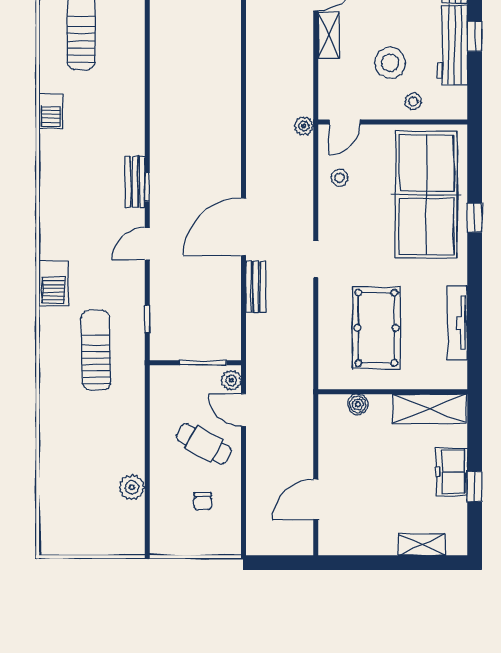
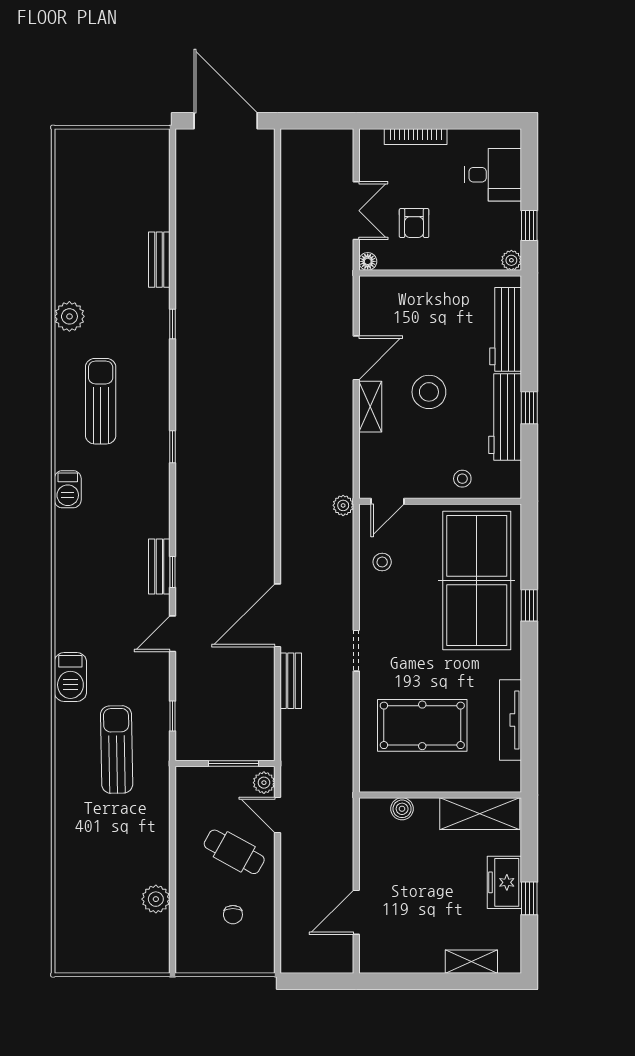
stool: (390, 63) -> (429, 392), moved
window: (147, 72) -> (173, 447), added
pool table: (376, 328) -> (422, 725), turned 90

